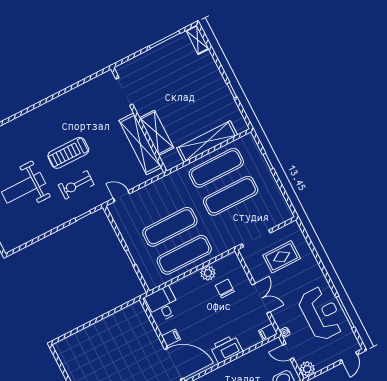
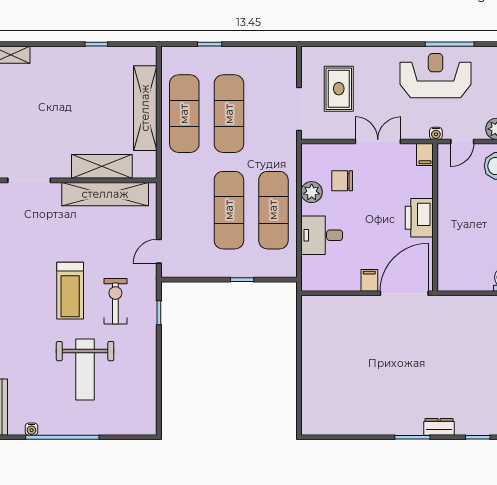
exercise bike: (76, 185) -> (115, 301), turned 180
desk: (163, 304) -> (322, 235), moved

